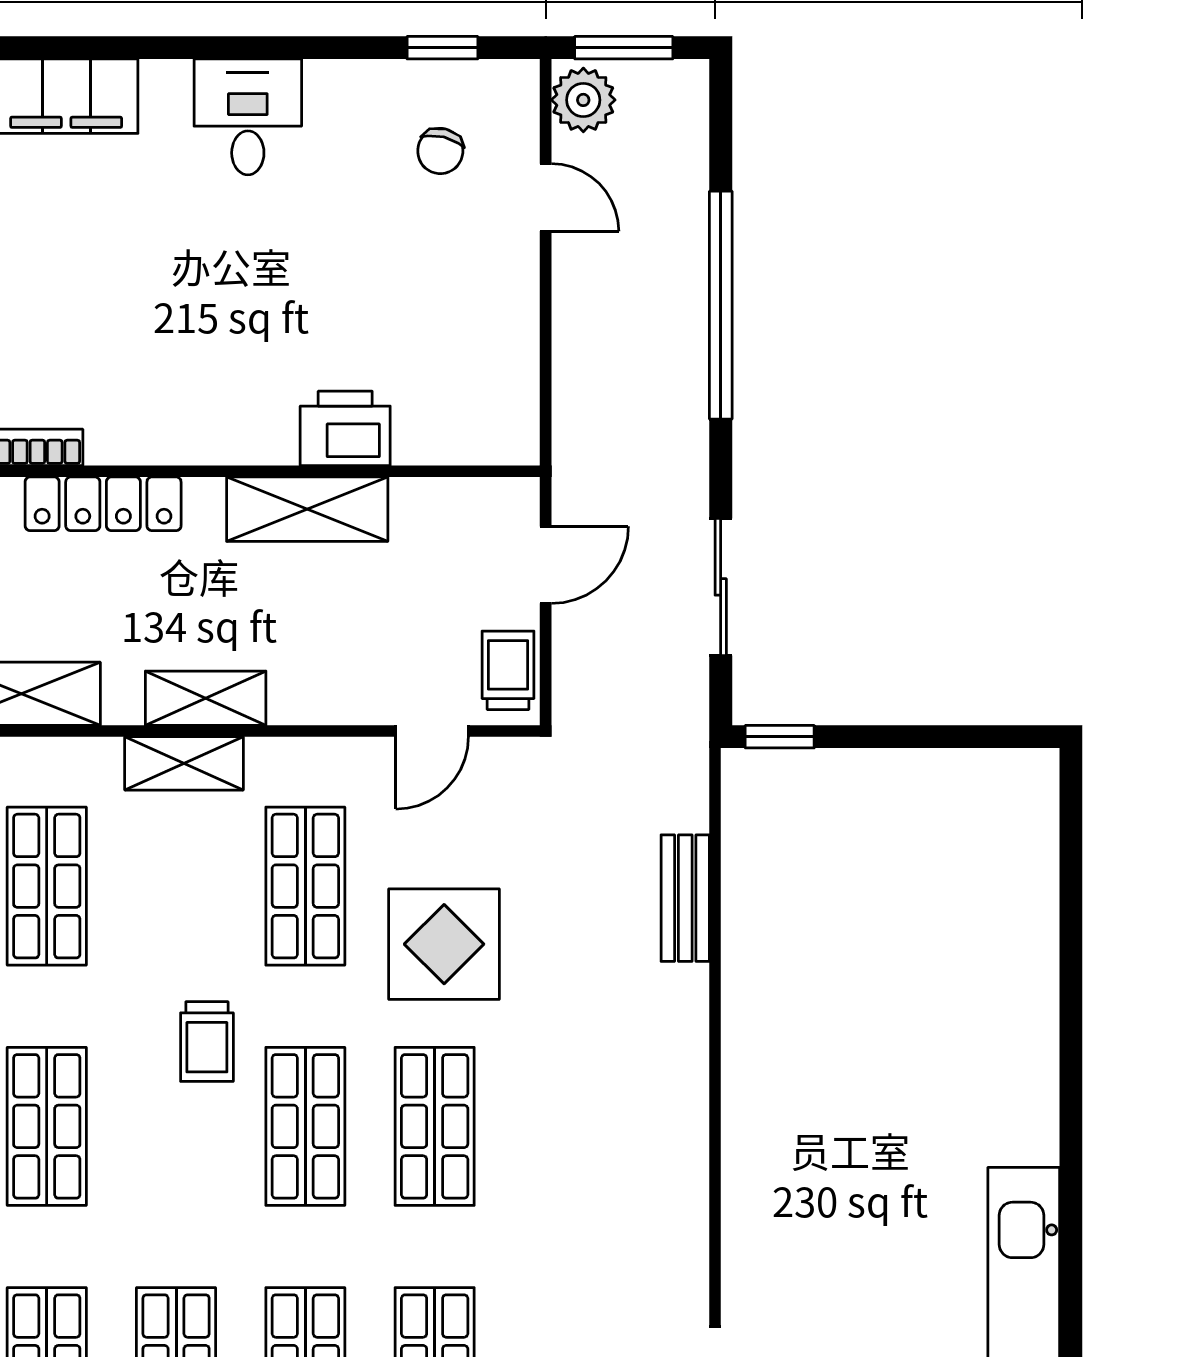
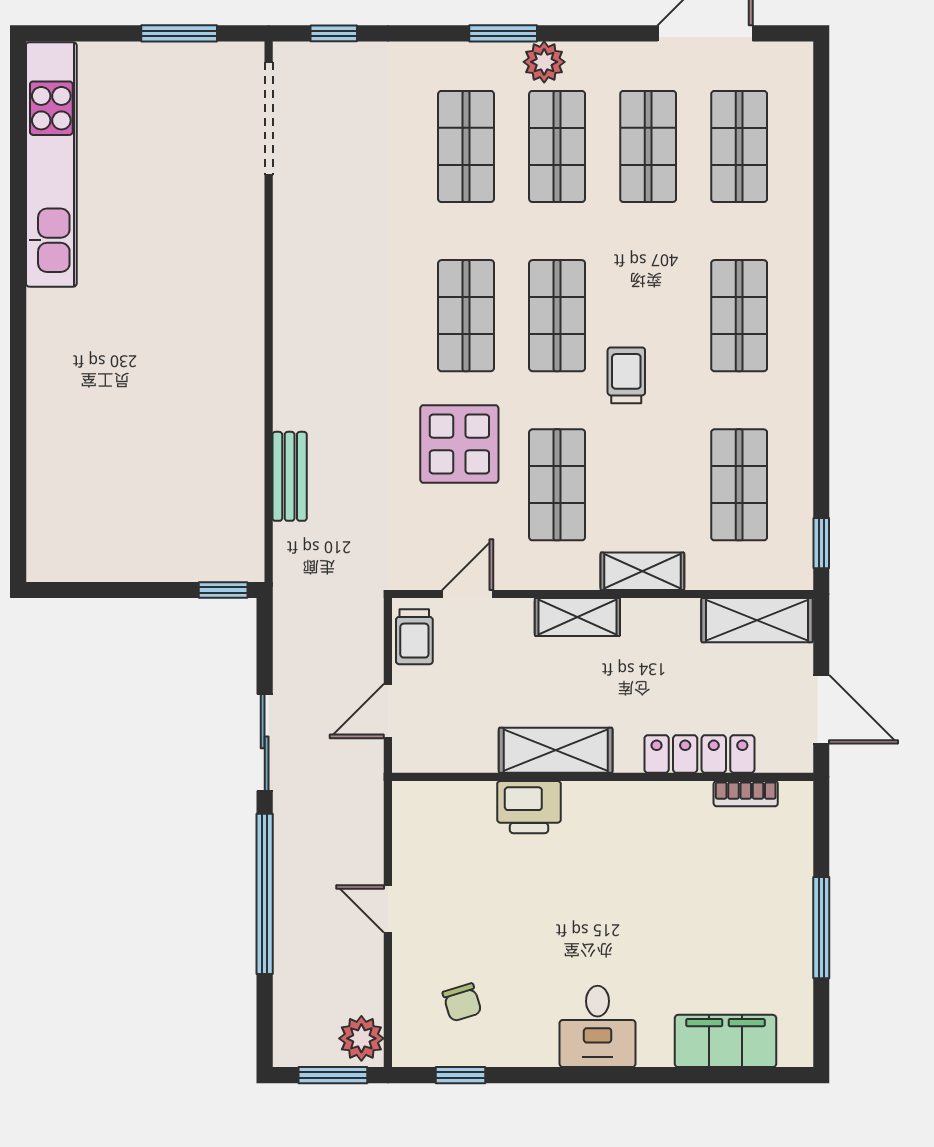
chair: (440, 151) -> (462, 1002), turned 149
door: (546, 197) -> (388, 909), moved
sliding door: (721, 587) -> (265, 742), moved
shelving: (206, 698) -> (577, 617), moved

